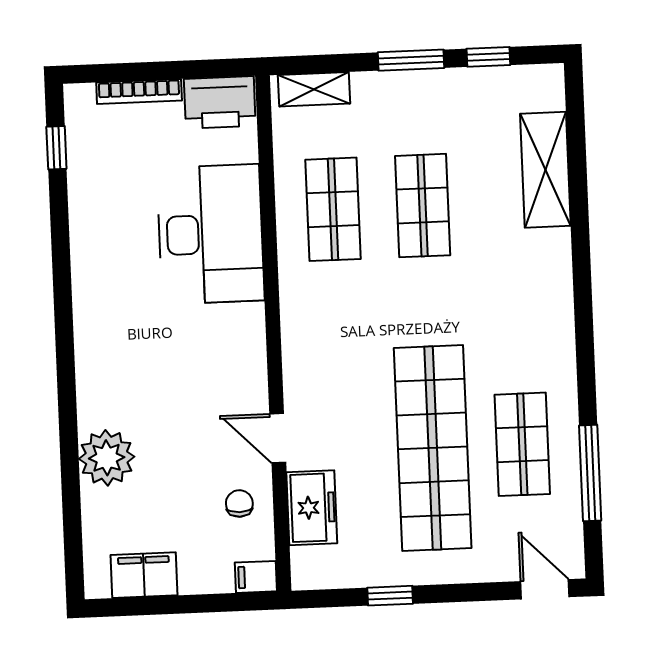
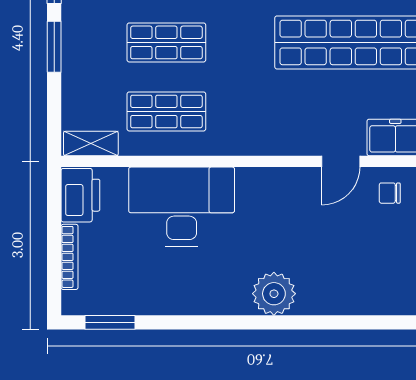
shelving: (314, 89) -> (91, 144), moved, turned 90
window: (56, 148) -> (110, 322), width x1.50
plant: (107, 458) -> (274, 294), moved

